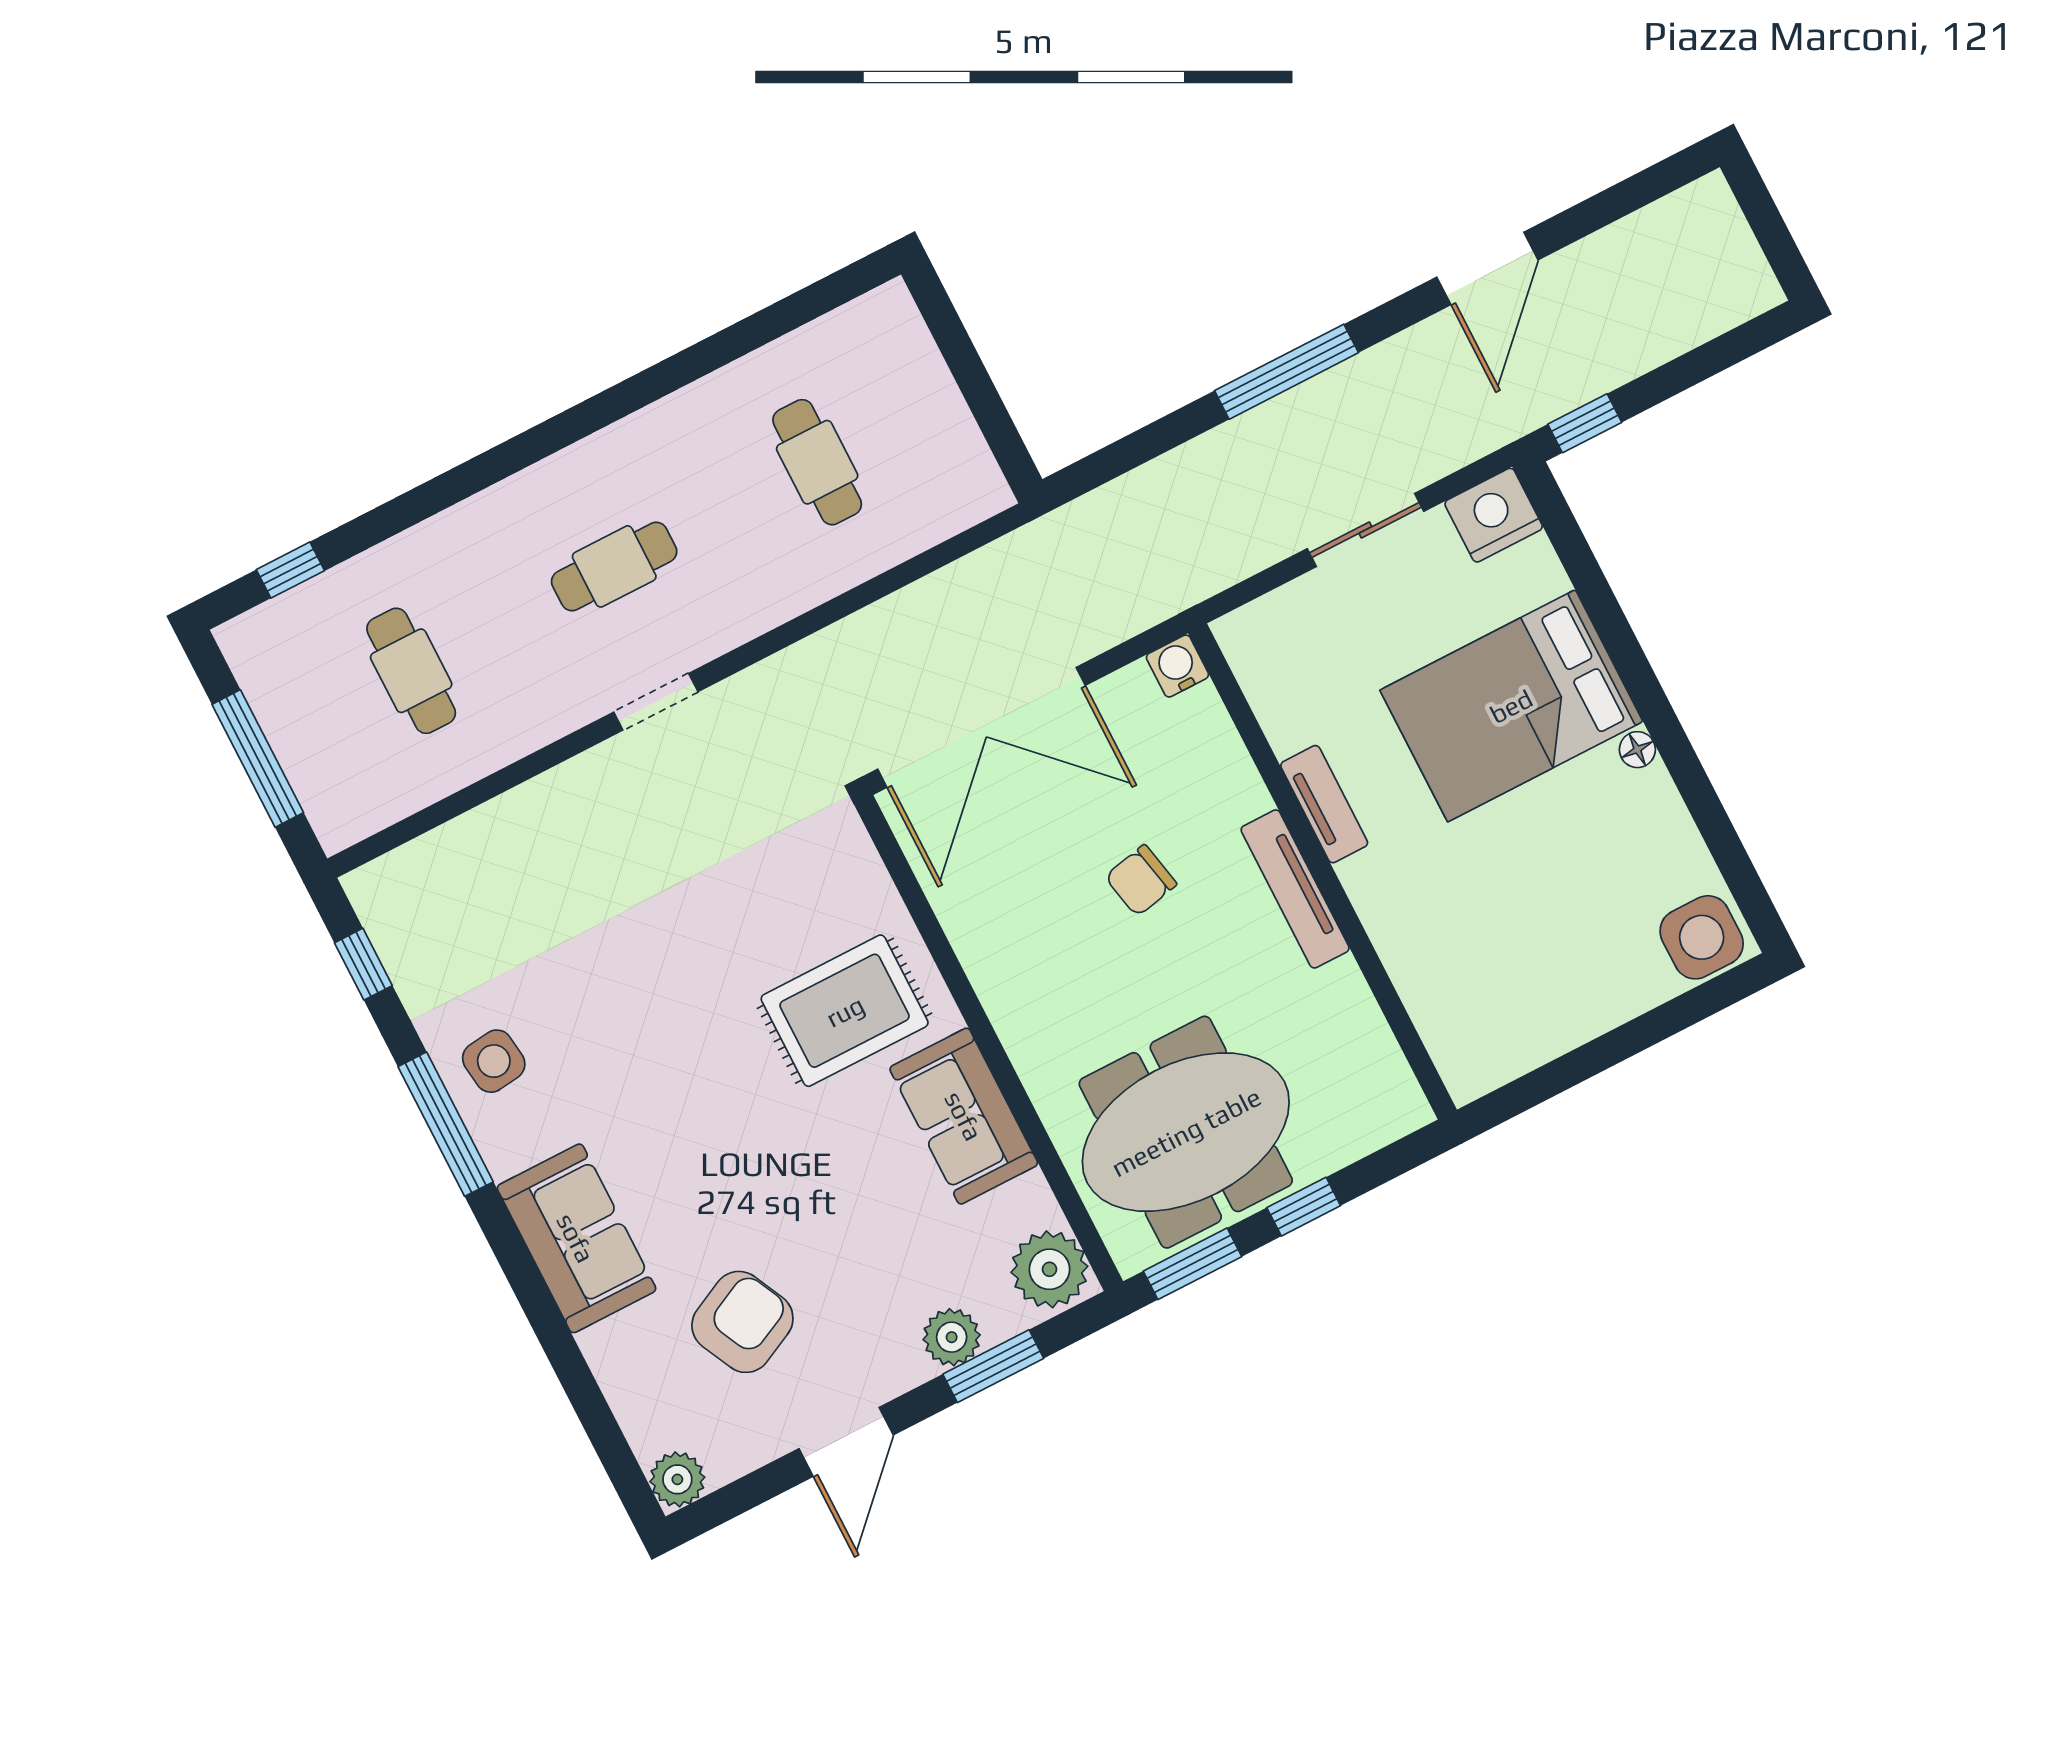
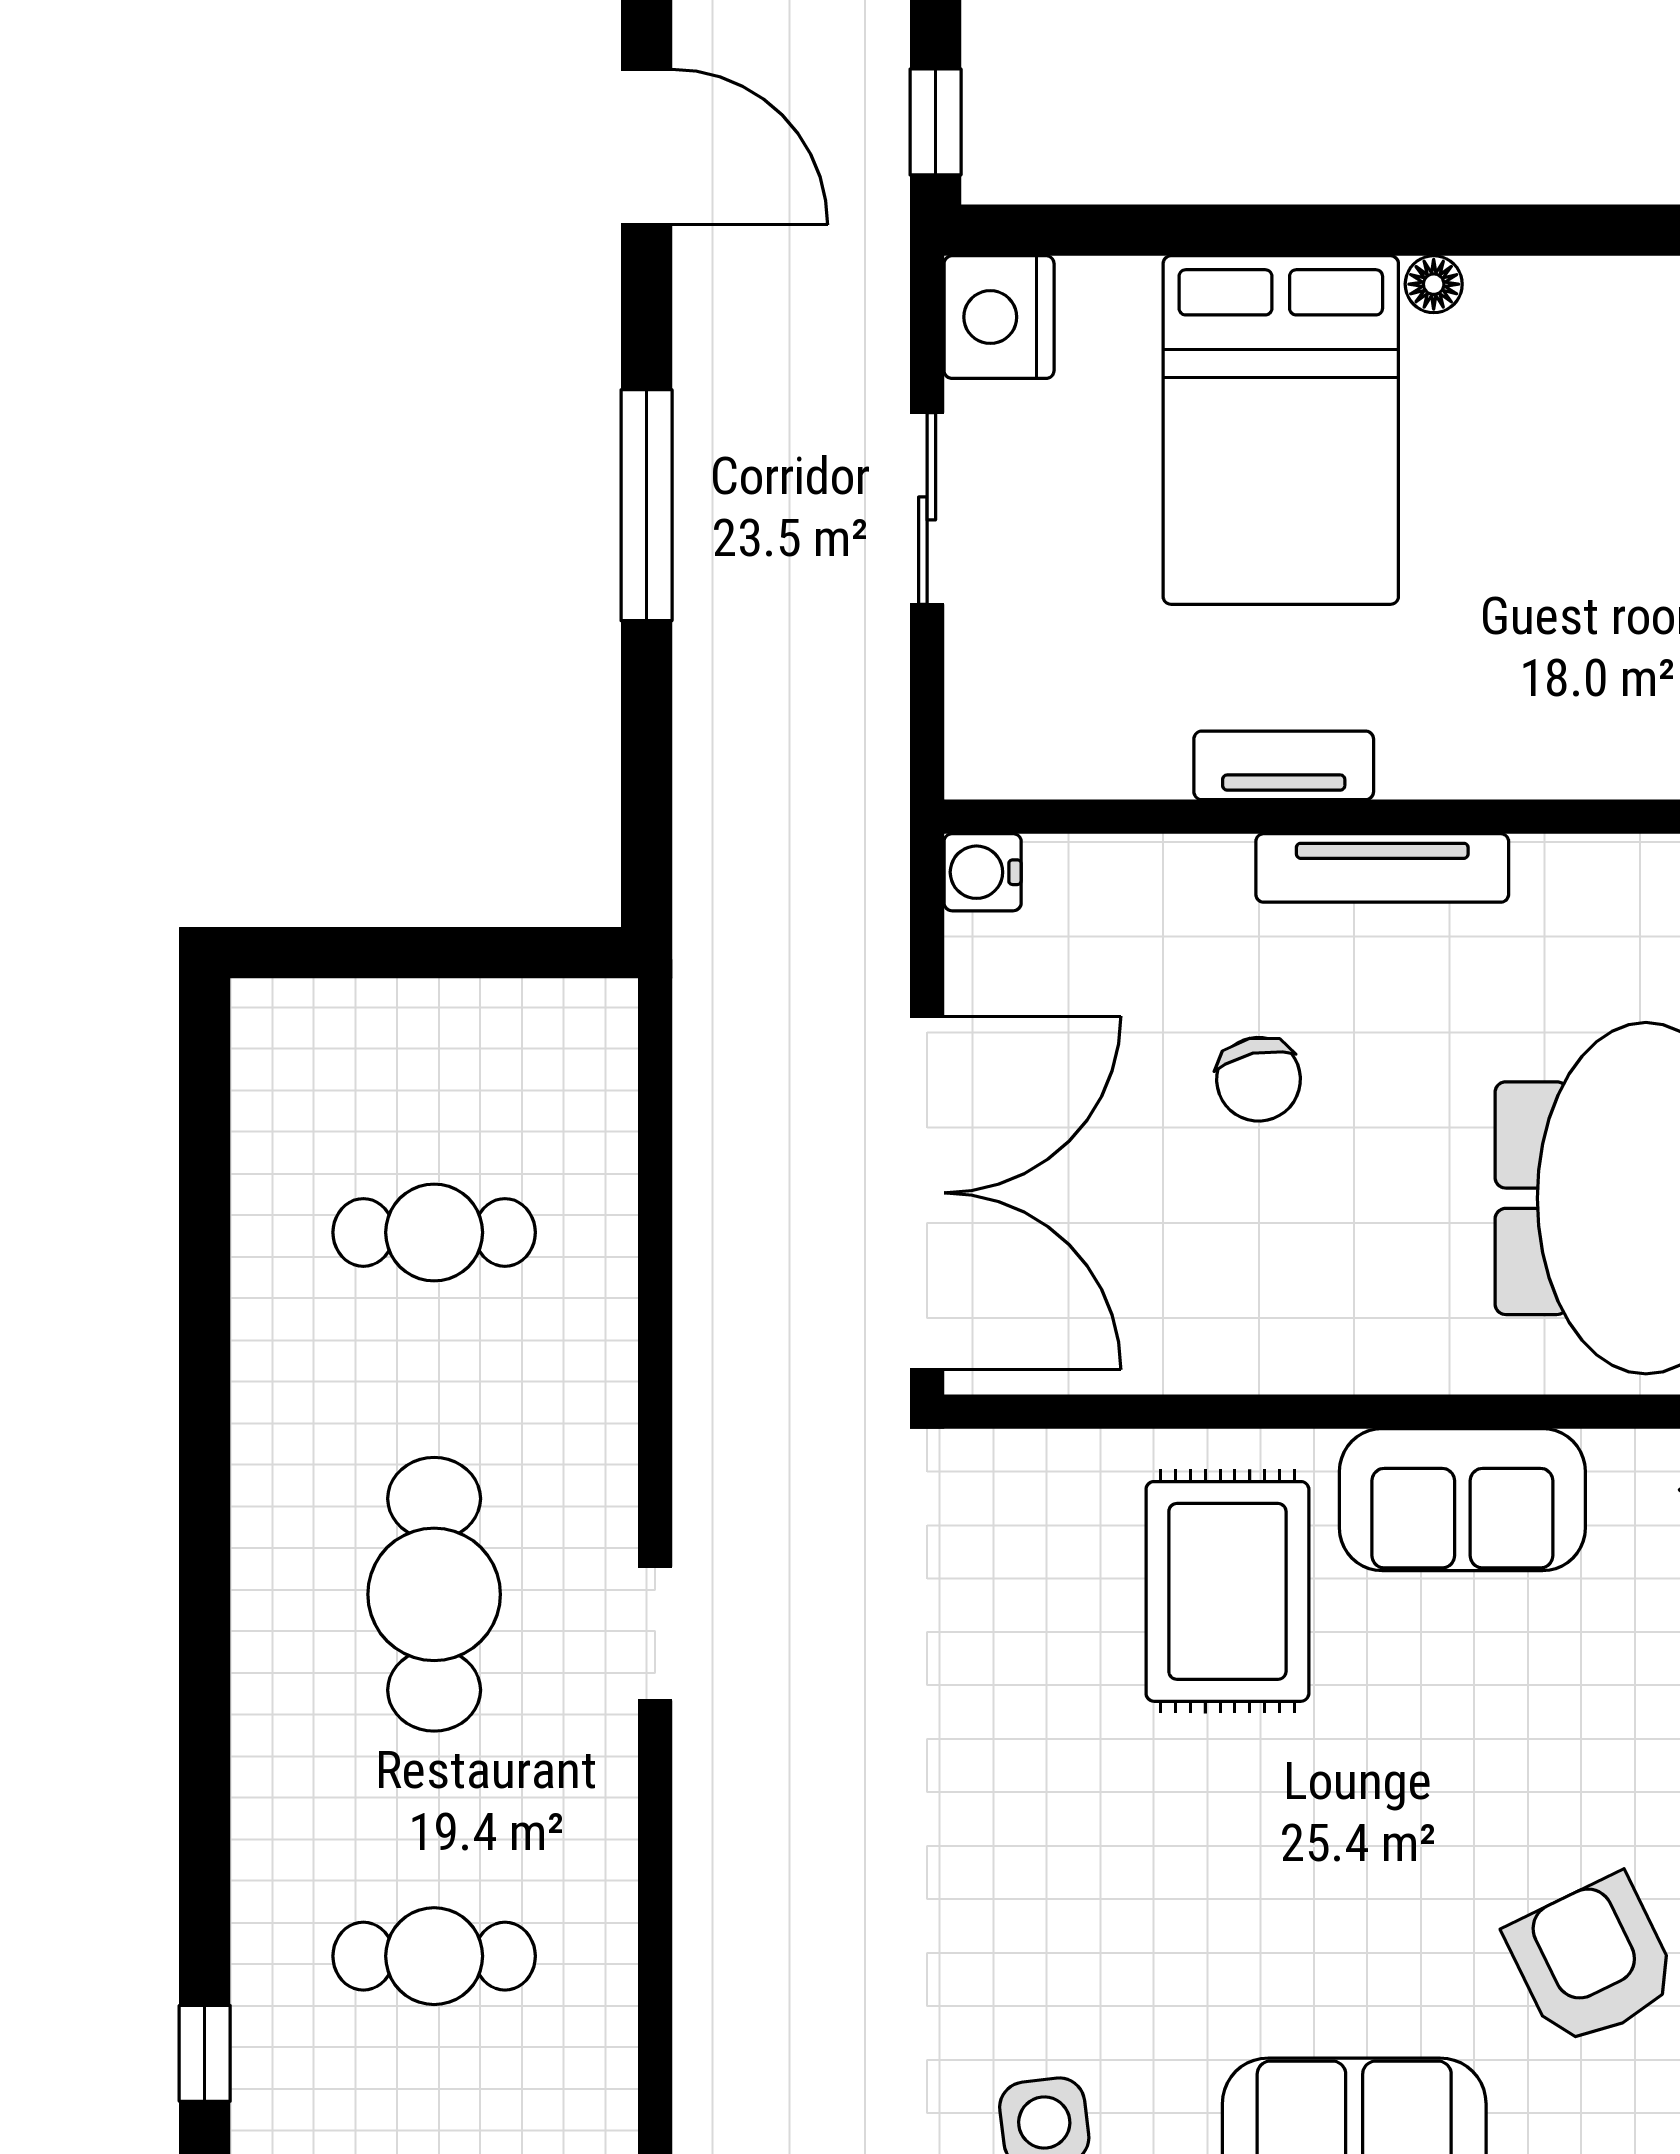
cafe table: (614, 566) -> (434, 1594), width x1.37, depth x1.35

